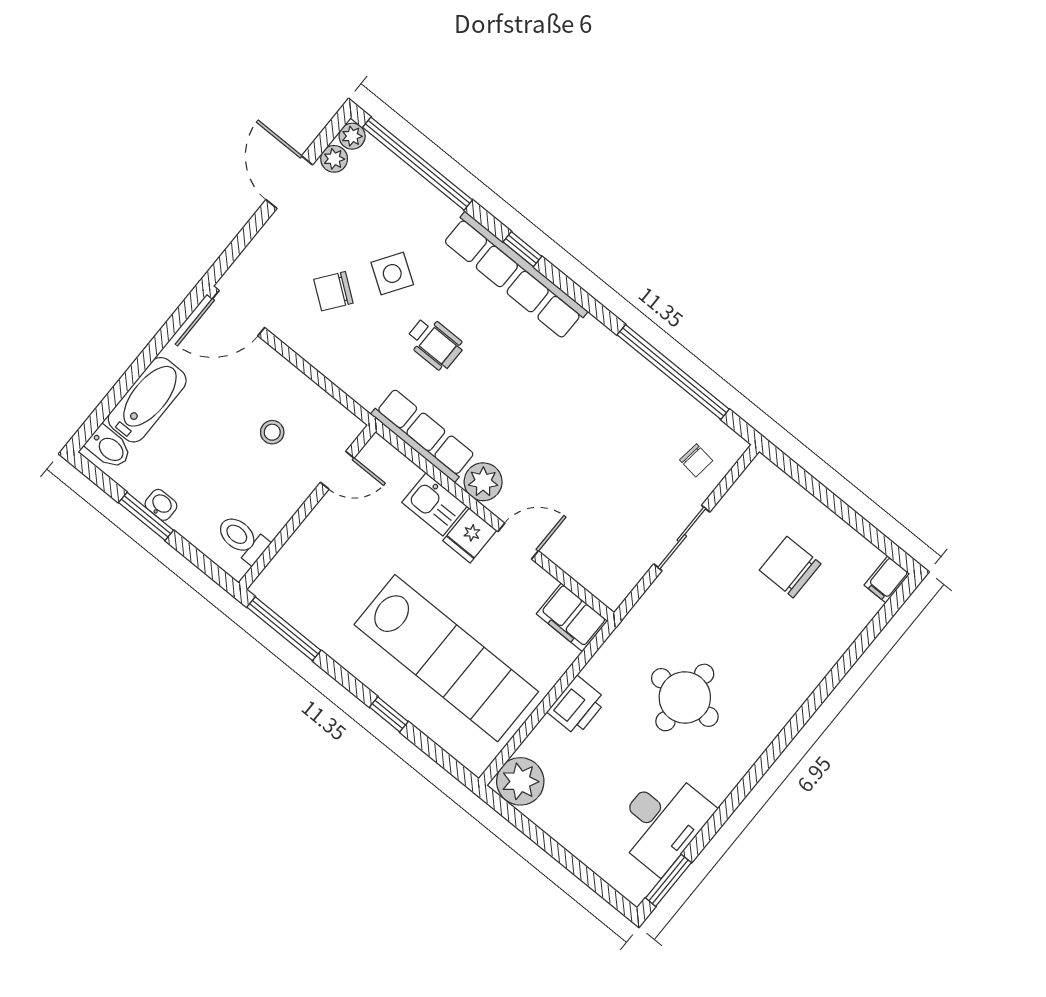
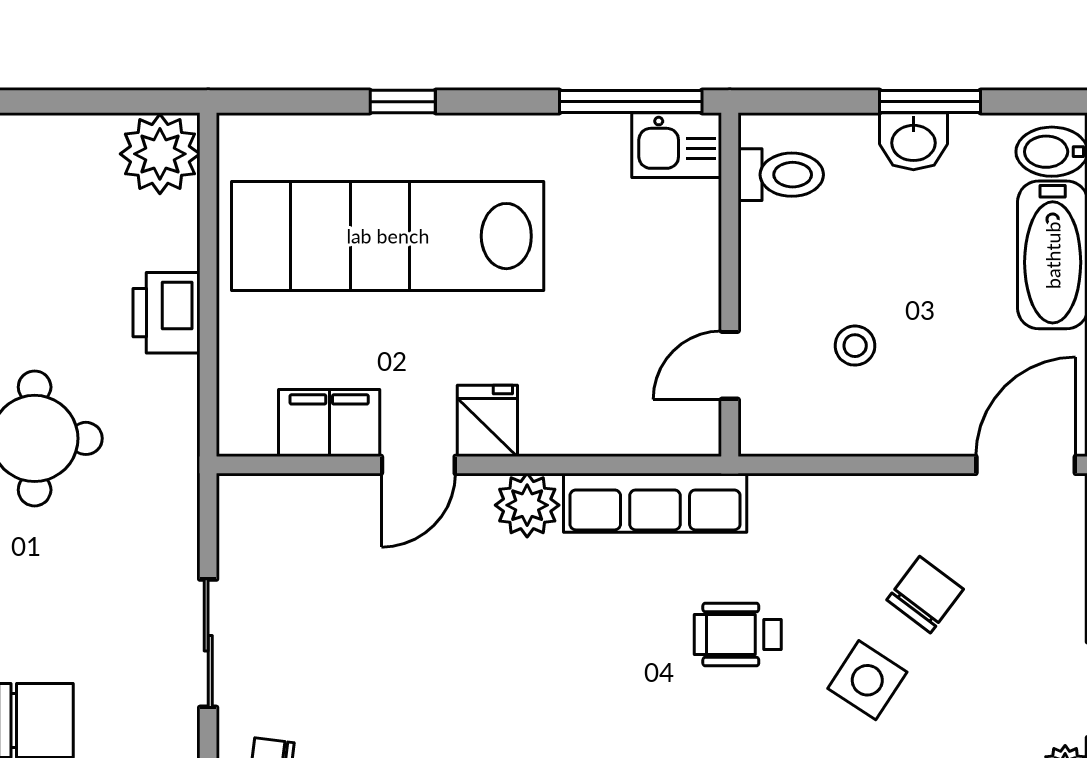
kitchen sink: (435, 504) -> (677, 145), moved, turned 180
washbasin: (161, 505) -> (913, 141), width x1.38, depth x1.45
filing cabinet: (572, 617) -> (329, 423), moved

